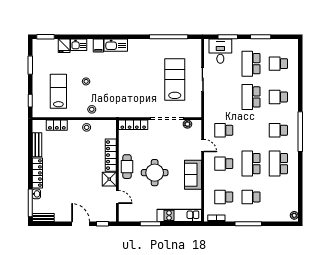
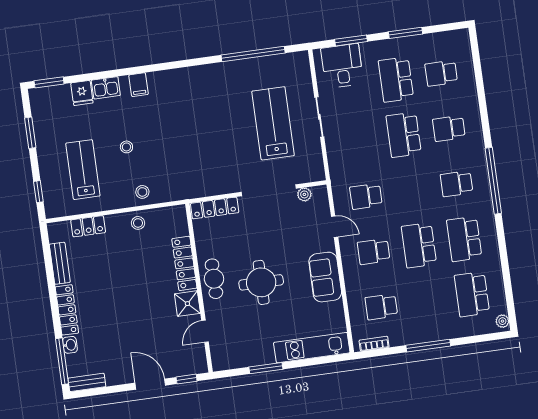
kitchen sink: (116, 45) -> (167, 80), removed
door: (117, 197) -> (205, 331), swing flipped
school desk: (251, 197) -> (472, 294), moved, width x1.85

